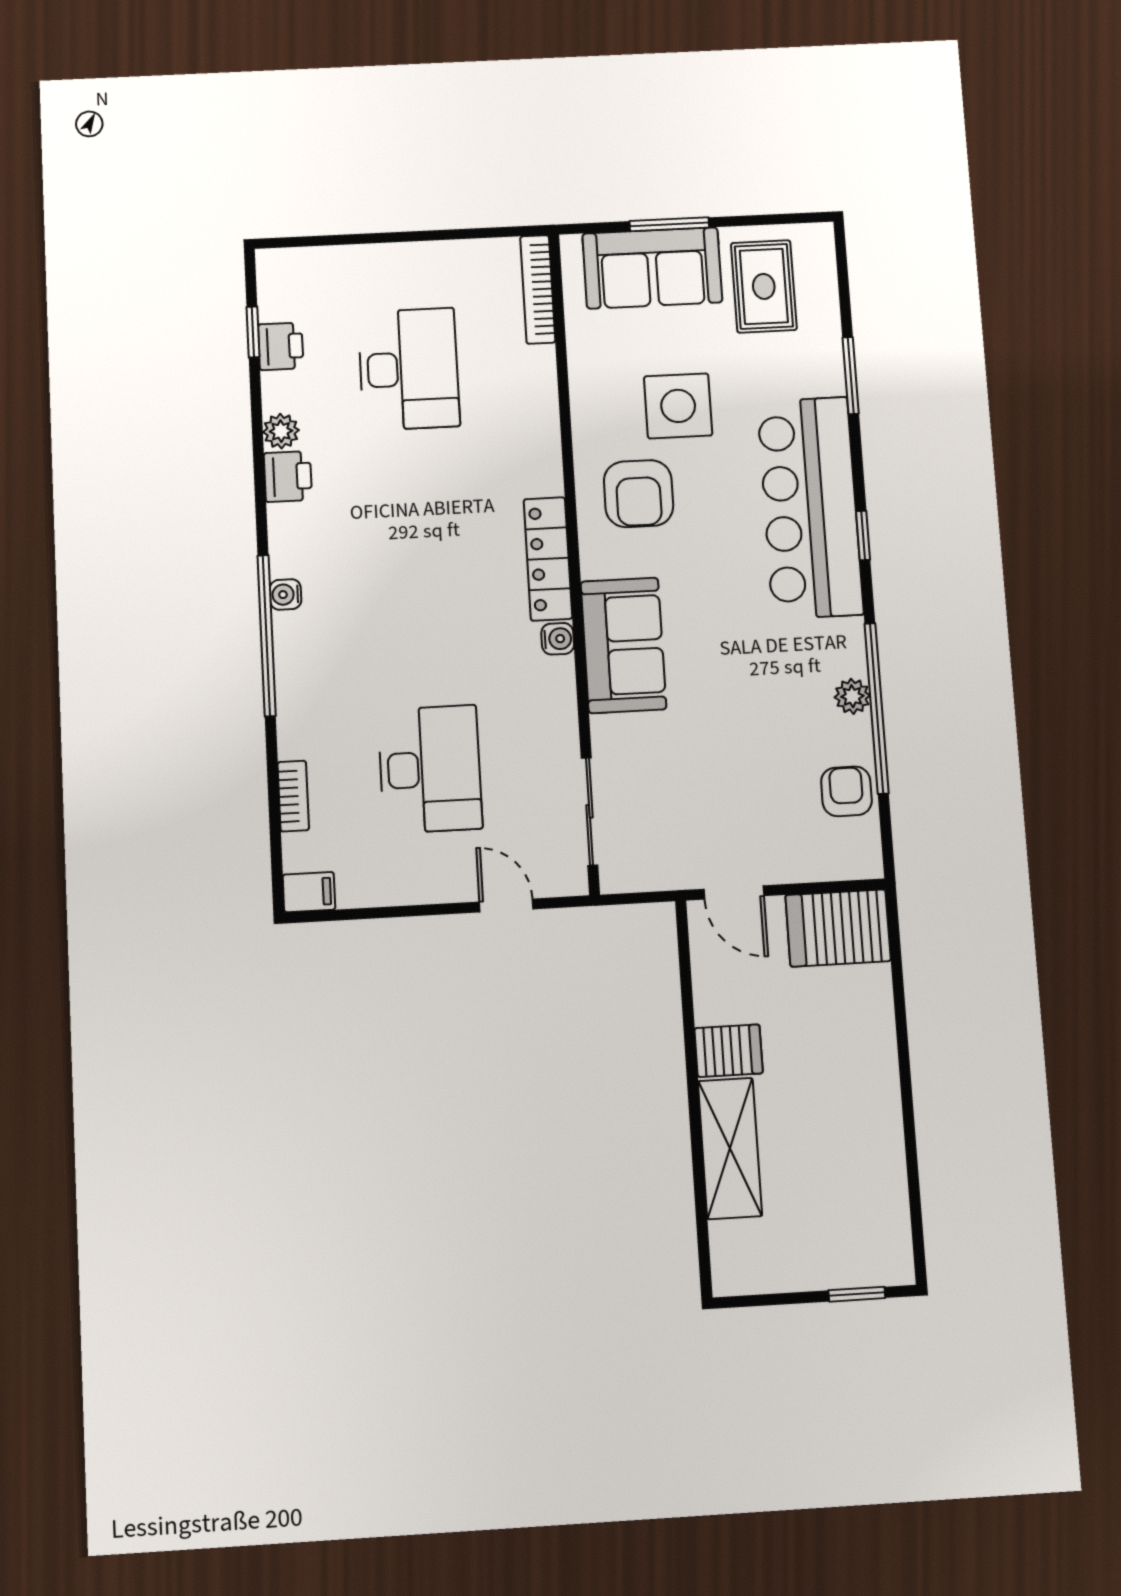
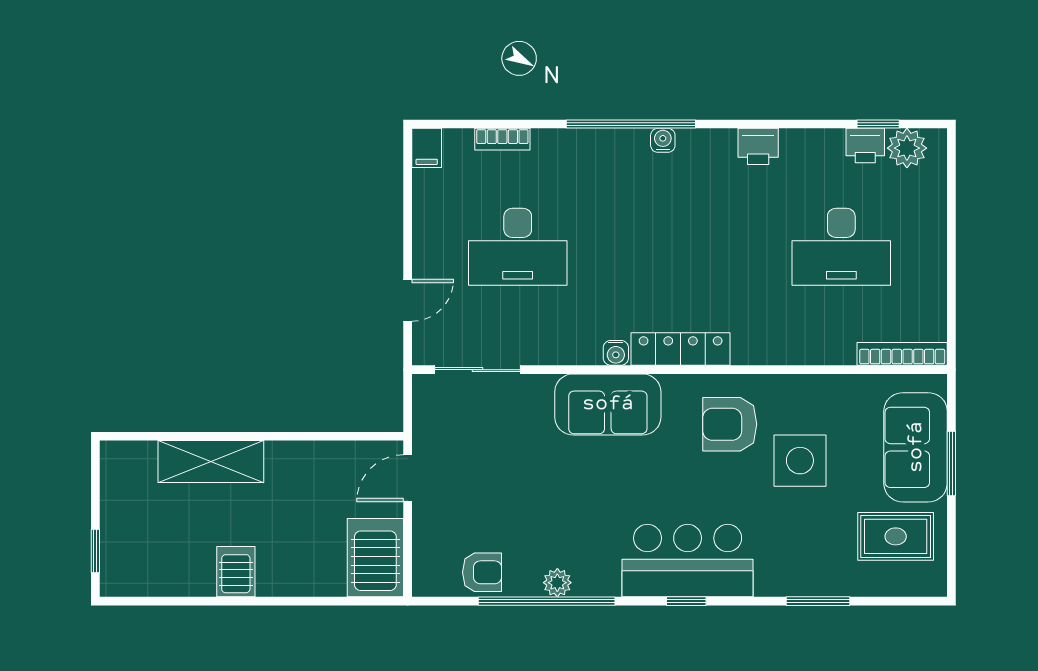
plant: (281, 431) -> (907, 148), moved, width x1.38, depth x1.38
bar counter: (810, 507) -> (688, 561), width x0.73
server rack: (729, 1051) -> (236, 572), moved, turned 180

